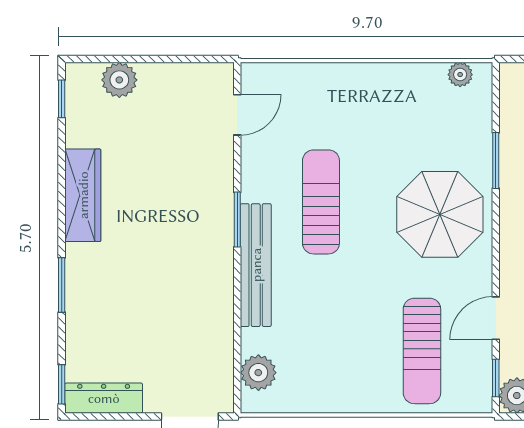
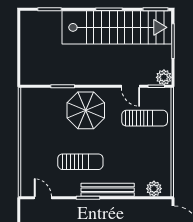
plant: (460, 75) -> (25, 102), removed
sun lounger: (321, 202) -> (80, 162), turned 180

